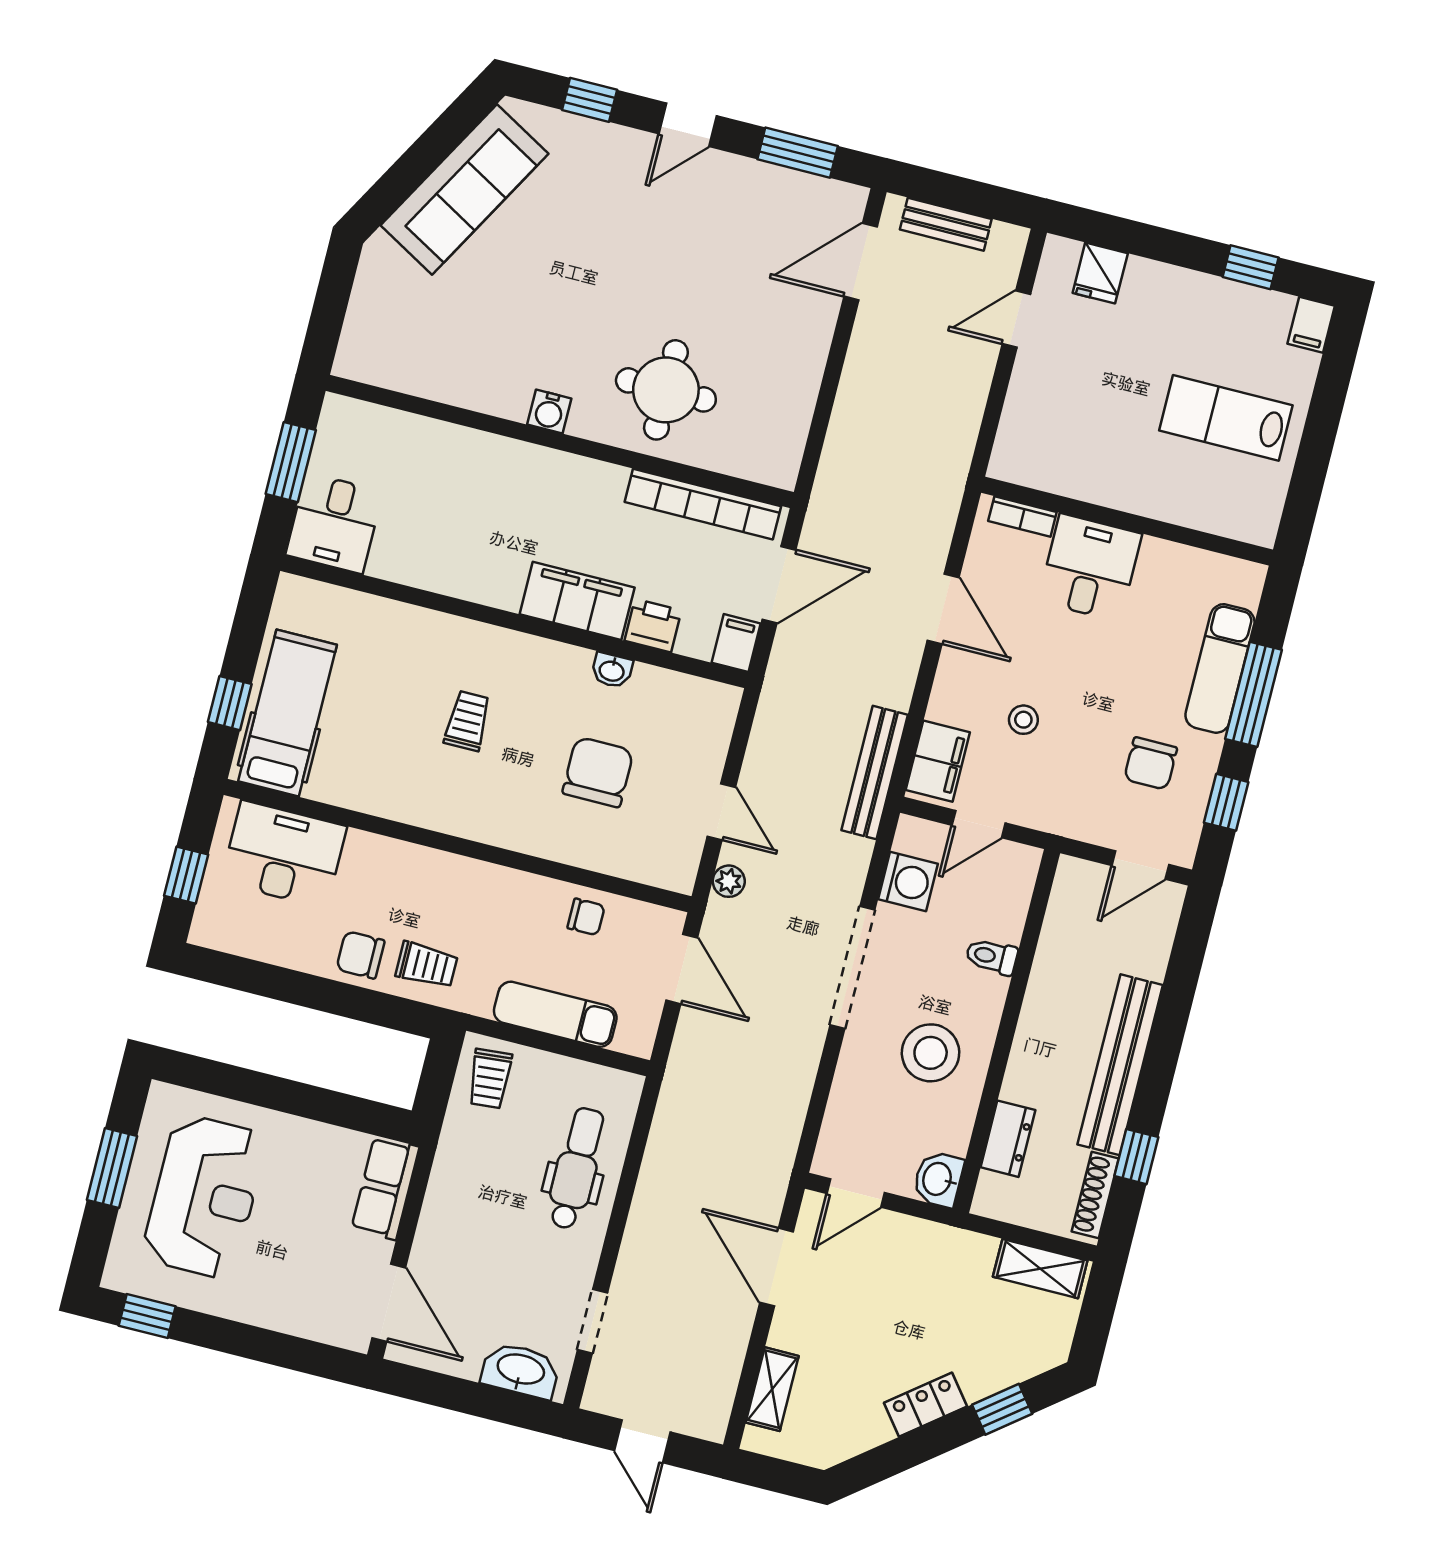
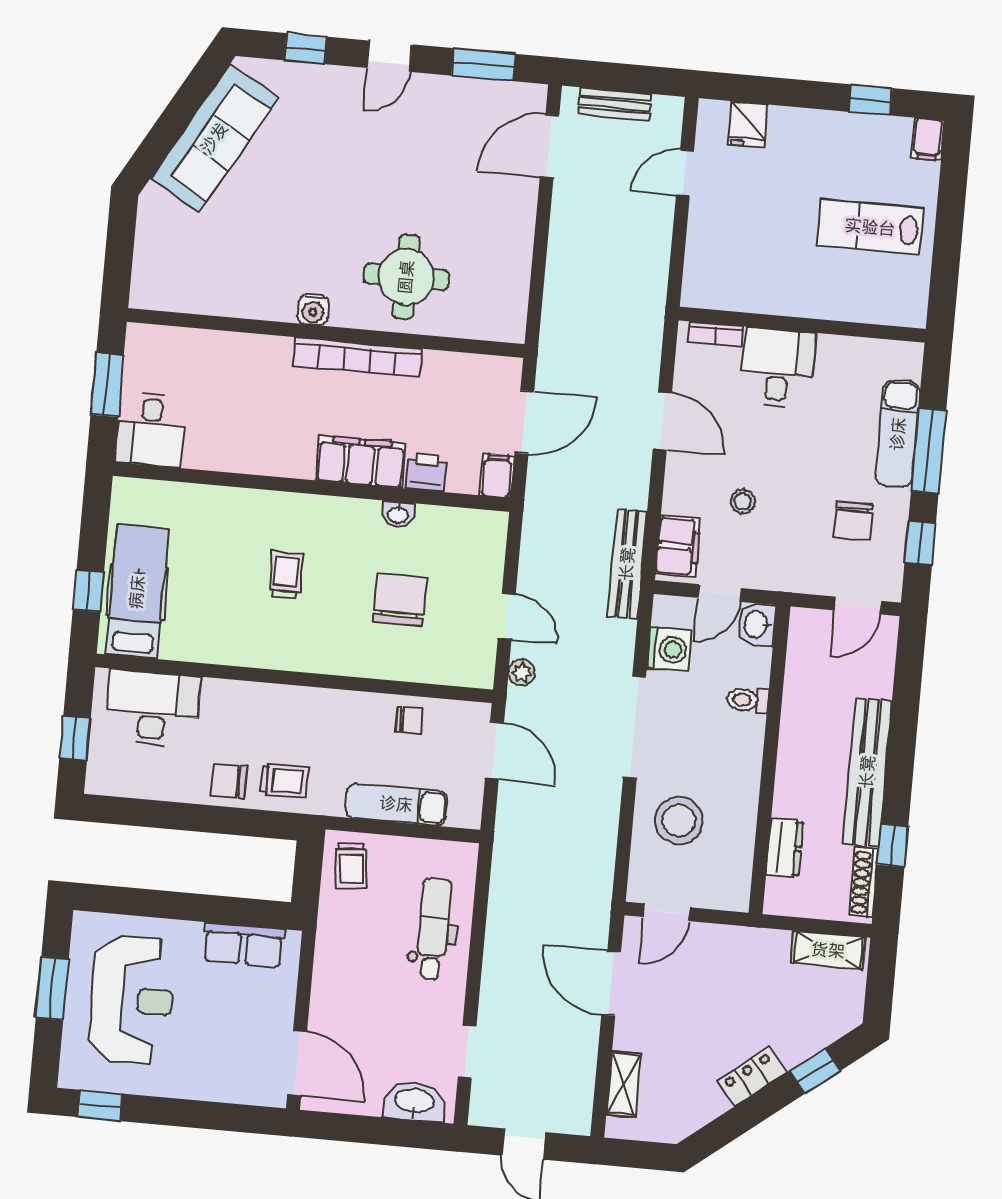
bookcase: (703, 504) -> (357, 357), moved
stool: (931, 1053) -> (679, 820), moved
washbasin: (938, 1179) -> (757, 625), moved
row of seats: (385, 1188) -> (244, 945), moved, turned -90

